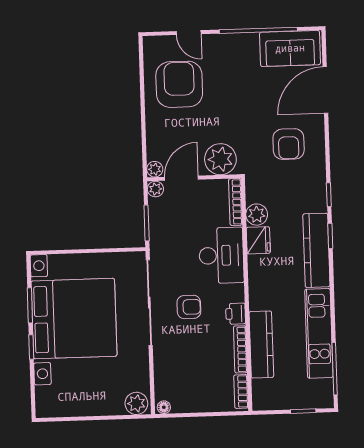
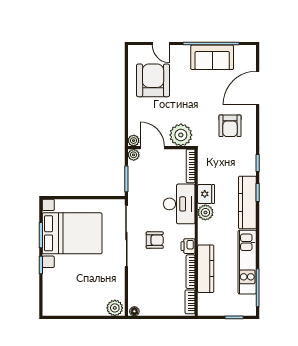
sofa: (290, 48) -> (212, 57), moved
door: (181, 178) -> (152, 148), hinge flipped
plant: (257, 215) -> (205, 212), moved
bed with nightstands: (74, 319) -> (72, 233), width x0.73

